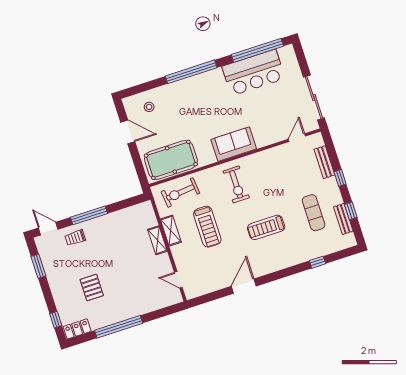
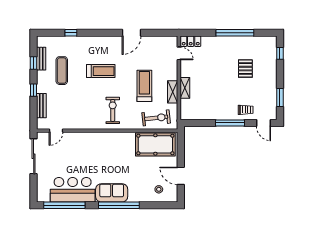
sofa: (234, 144) -> (112, 193), moved, turned 180
locker: (77, 329) -> (191, 41), moved

